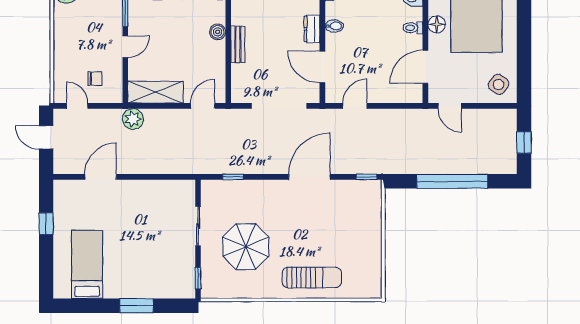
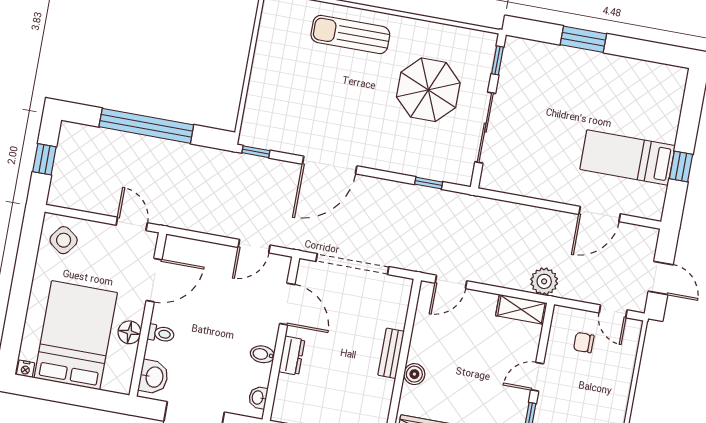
shelving: (155, 92) -> (521, 309), width x0.67, depth x0.75
sliding door: (198, 226) -> (485, 128), width x1.37
bed: (87, 264) -> (627, 158), moved, turned 90

